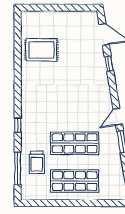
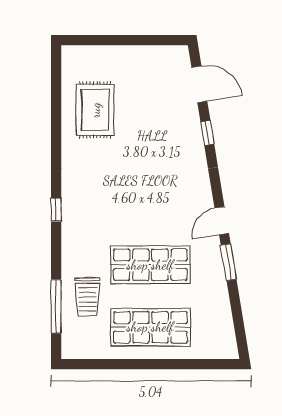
rug: (41, 50) -> (95, 110), turned 90
window: (18, 125) -> (56, 210), moved

